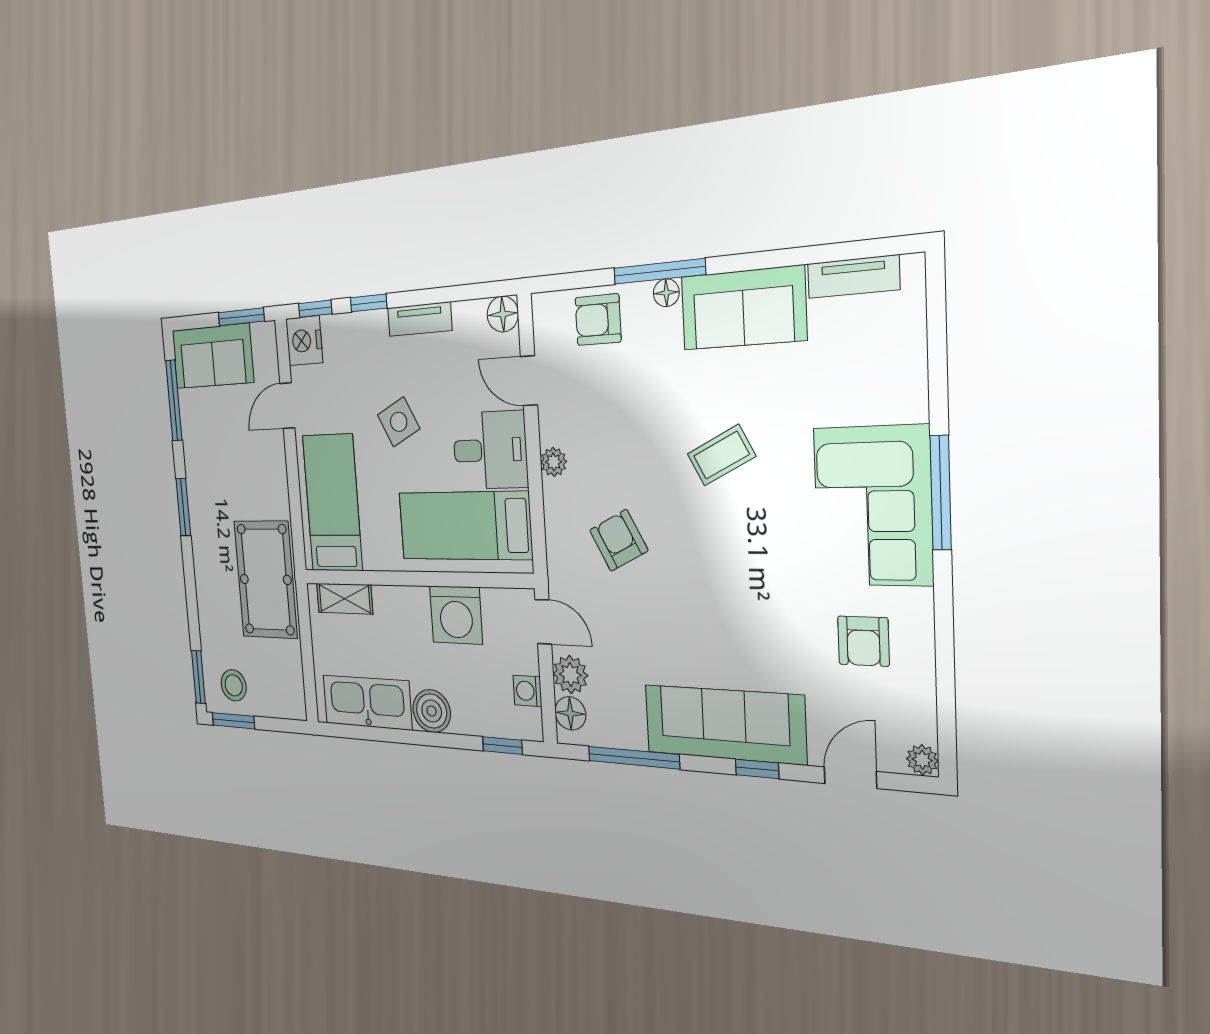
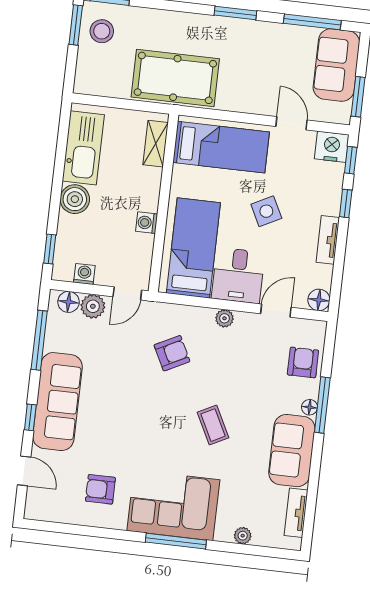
washing machine: (456, 615) -> (147, 223), width x0.53, depth x0.53
plant: (922, 760) -> (243, 536), moved

